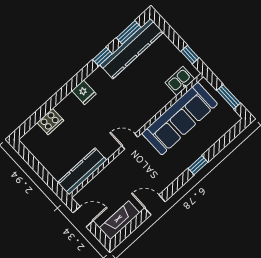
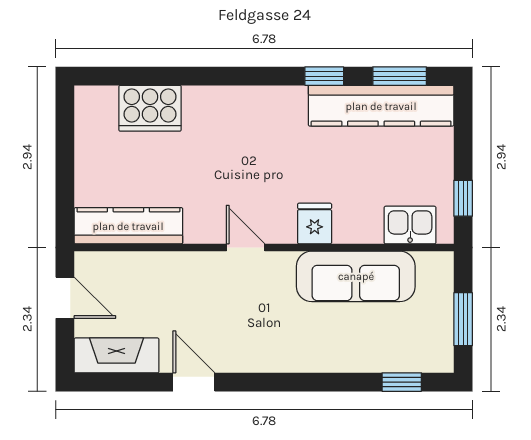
fridge: (84, 92) -> (315, 224), moved, turned 180
sofa: (180, 119) -> (356, 276), width x0.74, depth x0.79
cooker: (50, 122) -> (150, 108), width x1.37, depth x1.31
window: (198, 165) -> (402, 382), moved

